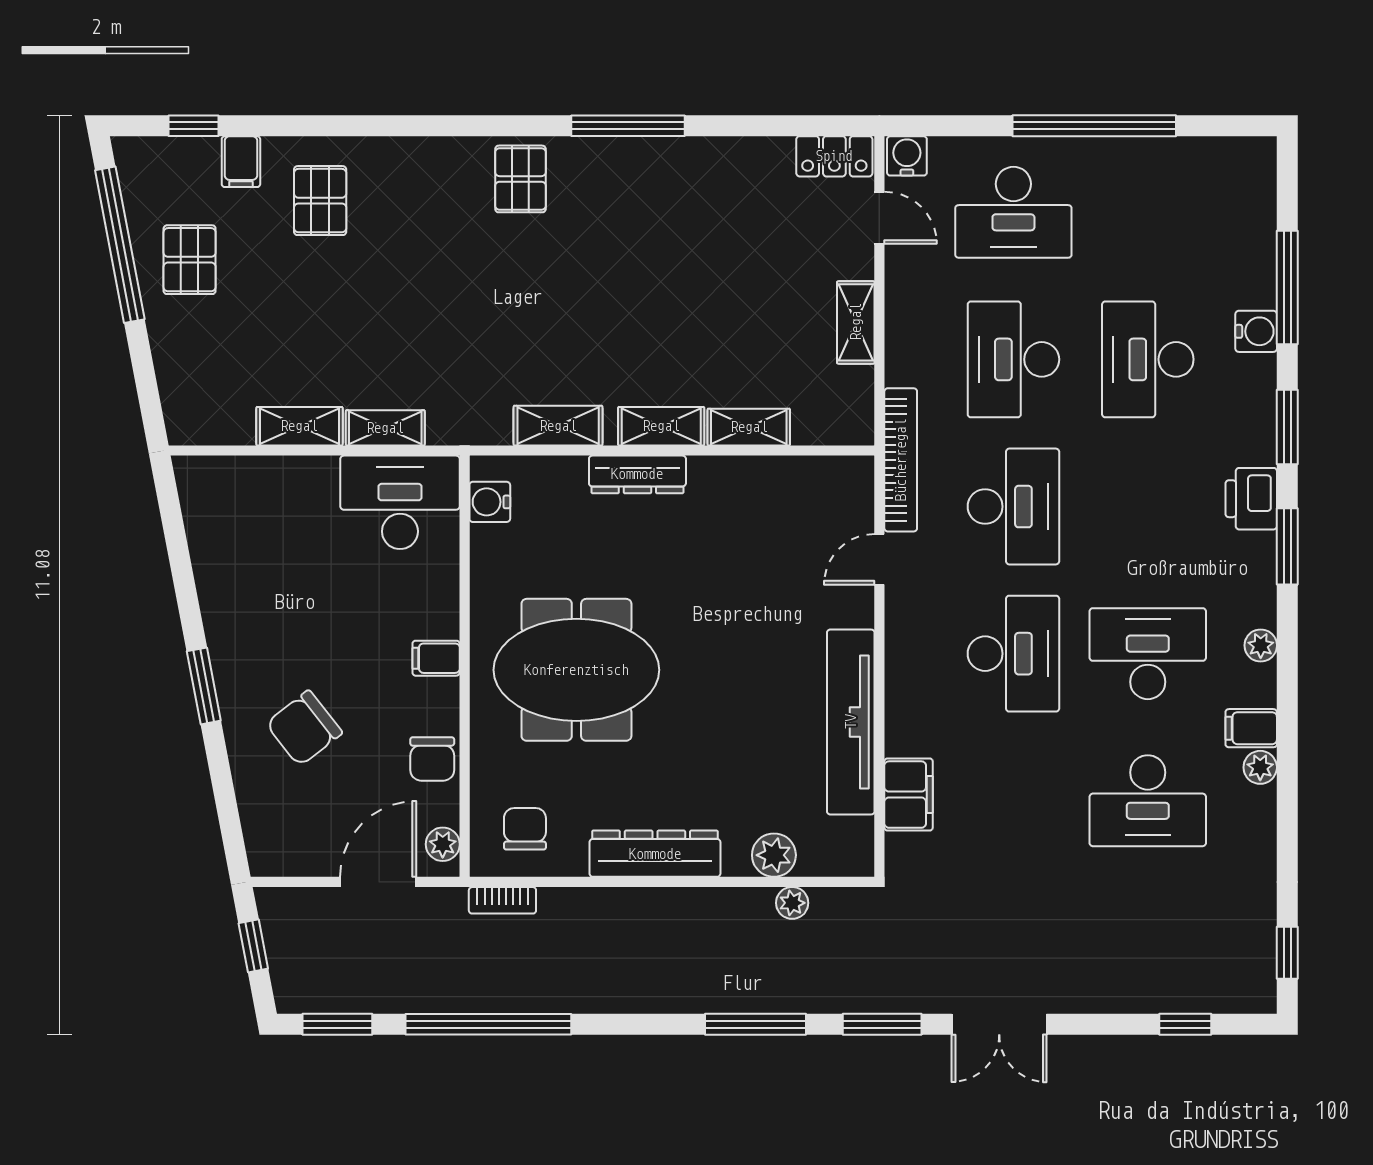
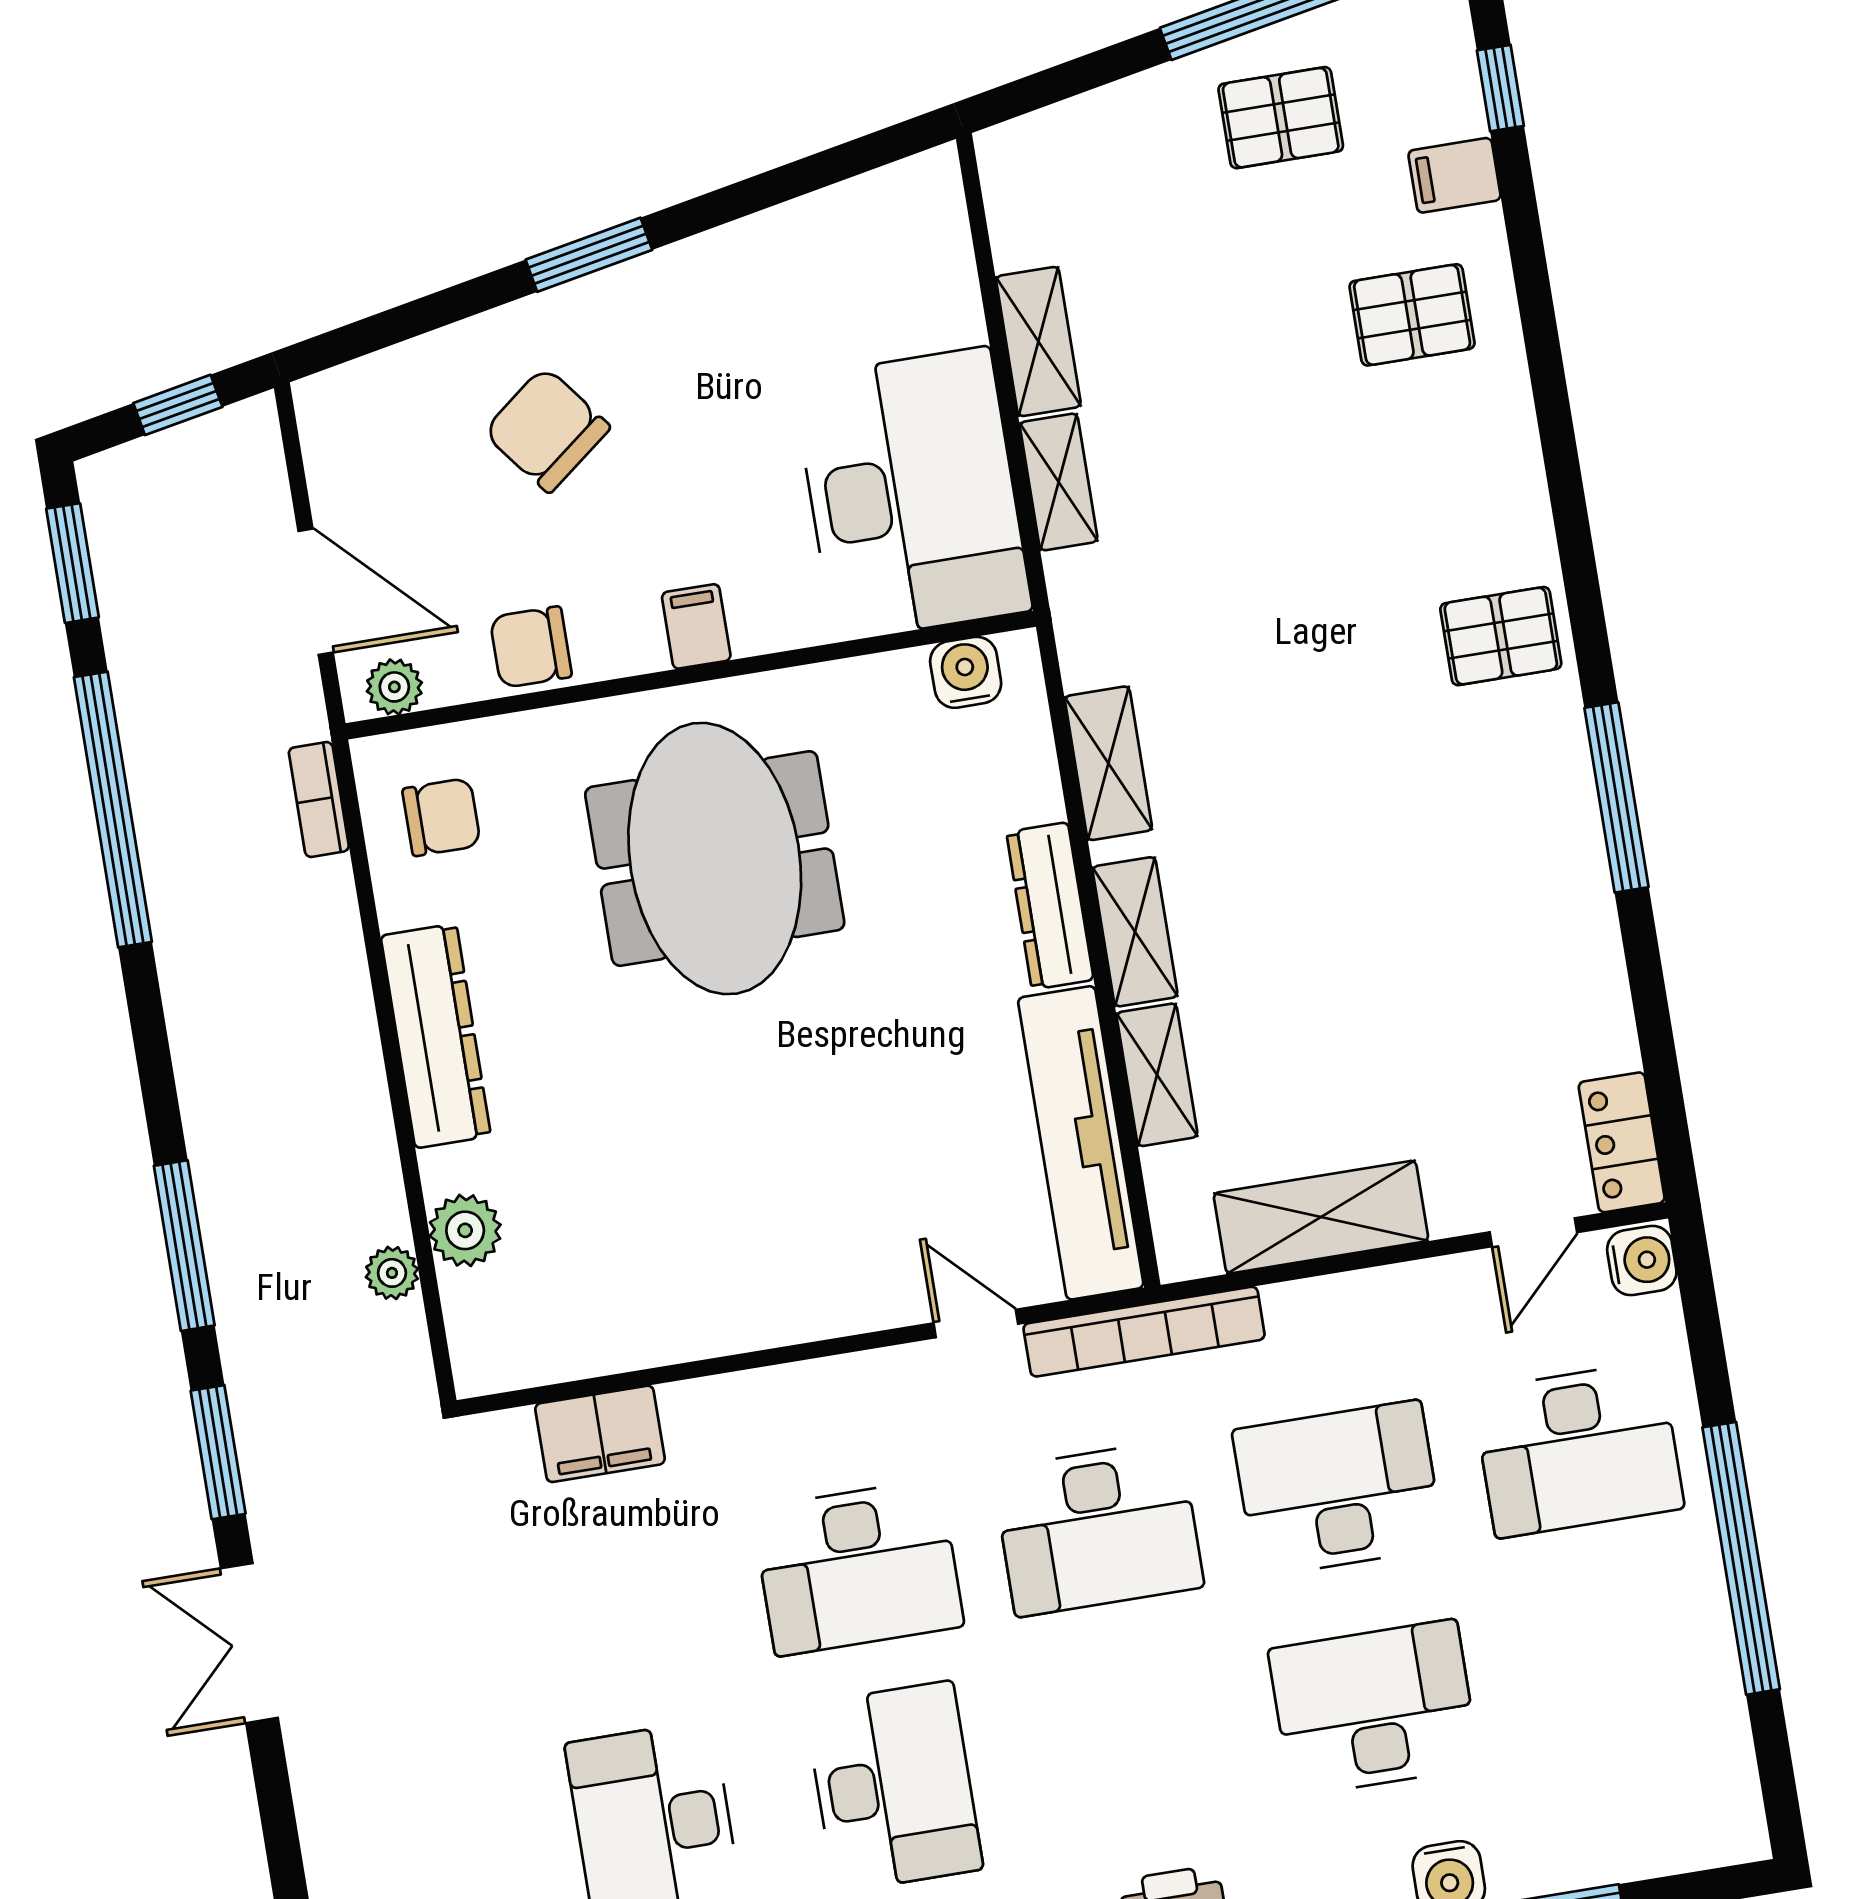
desk: (1013, 212) -> (1578, 1449), turned -90
shelving: (856, 322) -> (1321, 1217), width x1.50, depth x1.33
desk: (400, 502) -> (912, 494), width x1.36, depth x1.30
tv unit: (851, 722) -> (1081, 1143), moved, turned -90

